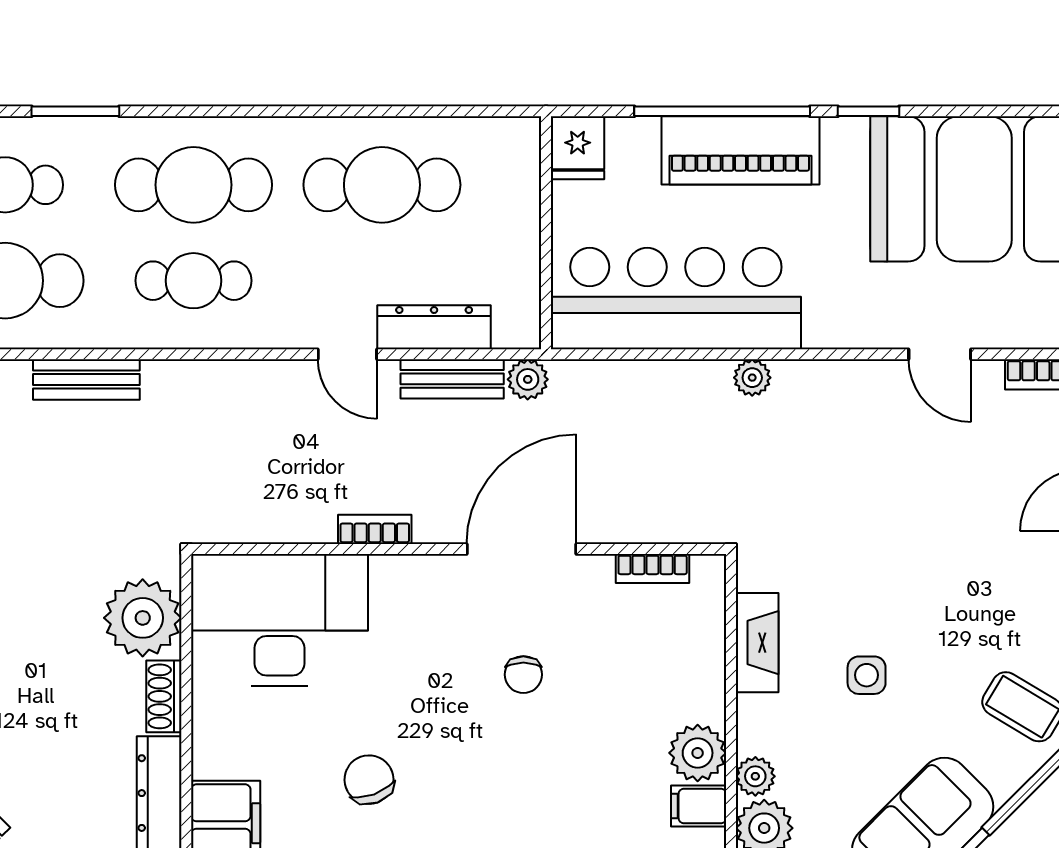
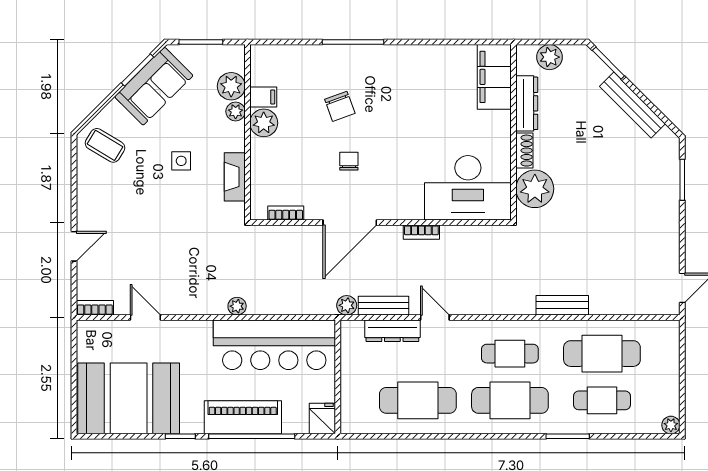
chair: (369, 780) -> (340, 106), moved

